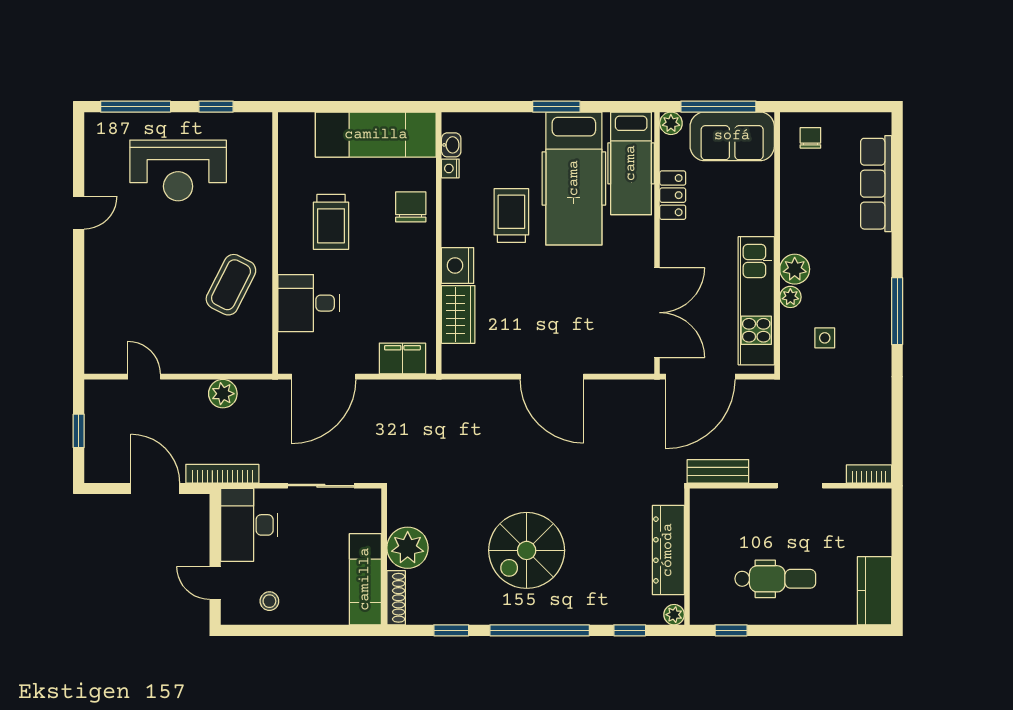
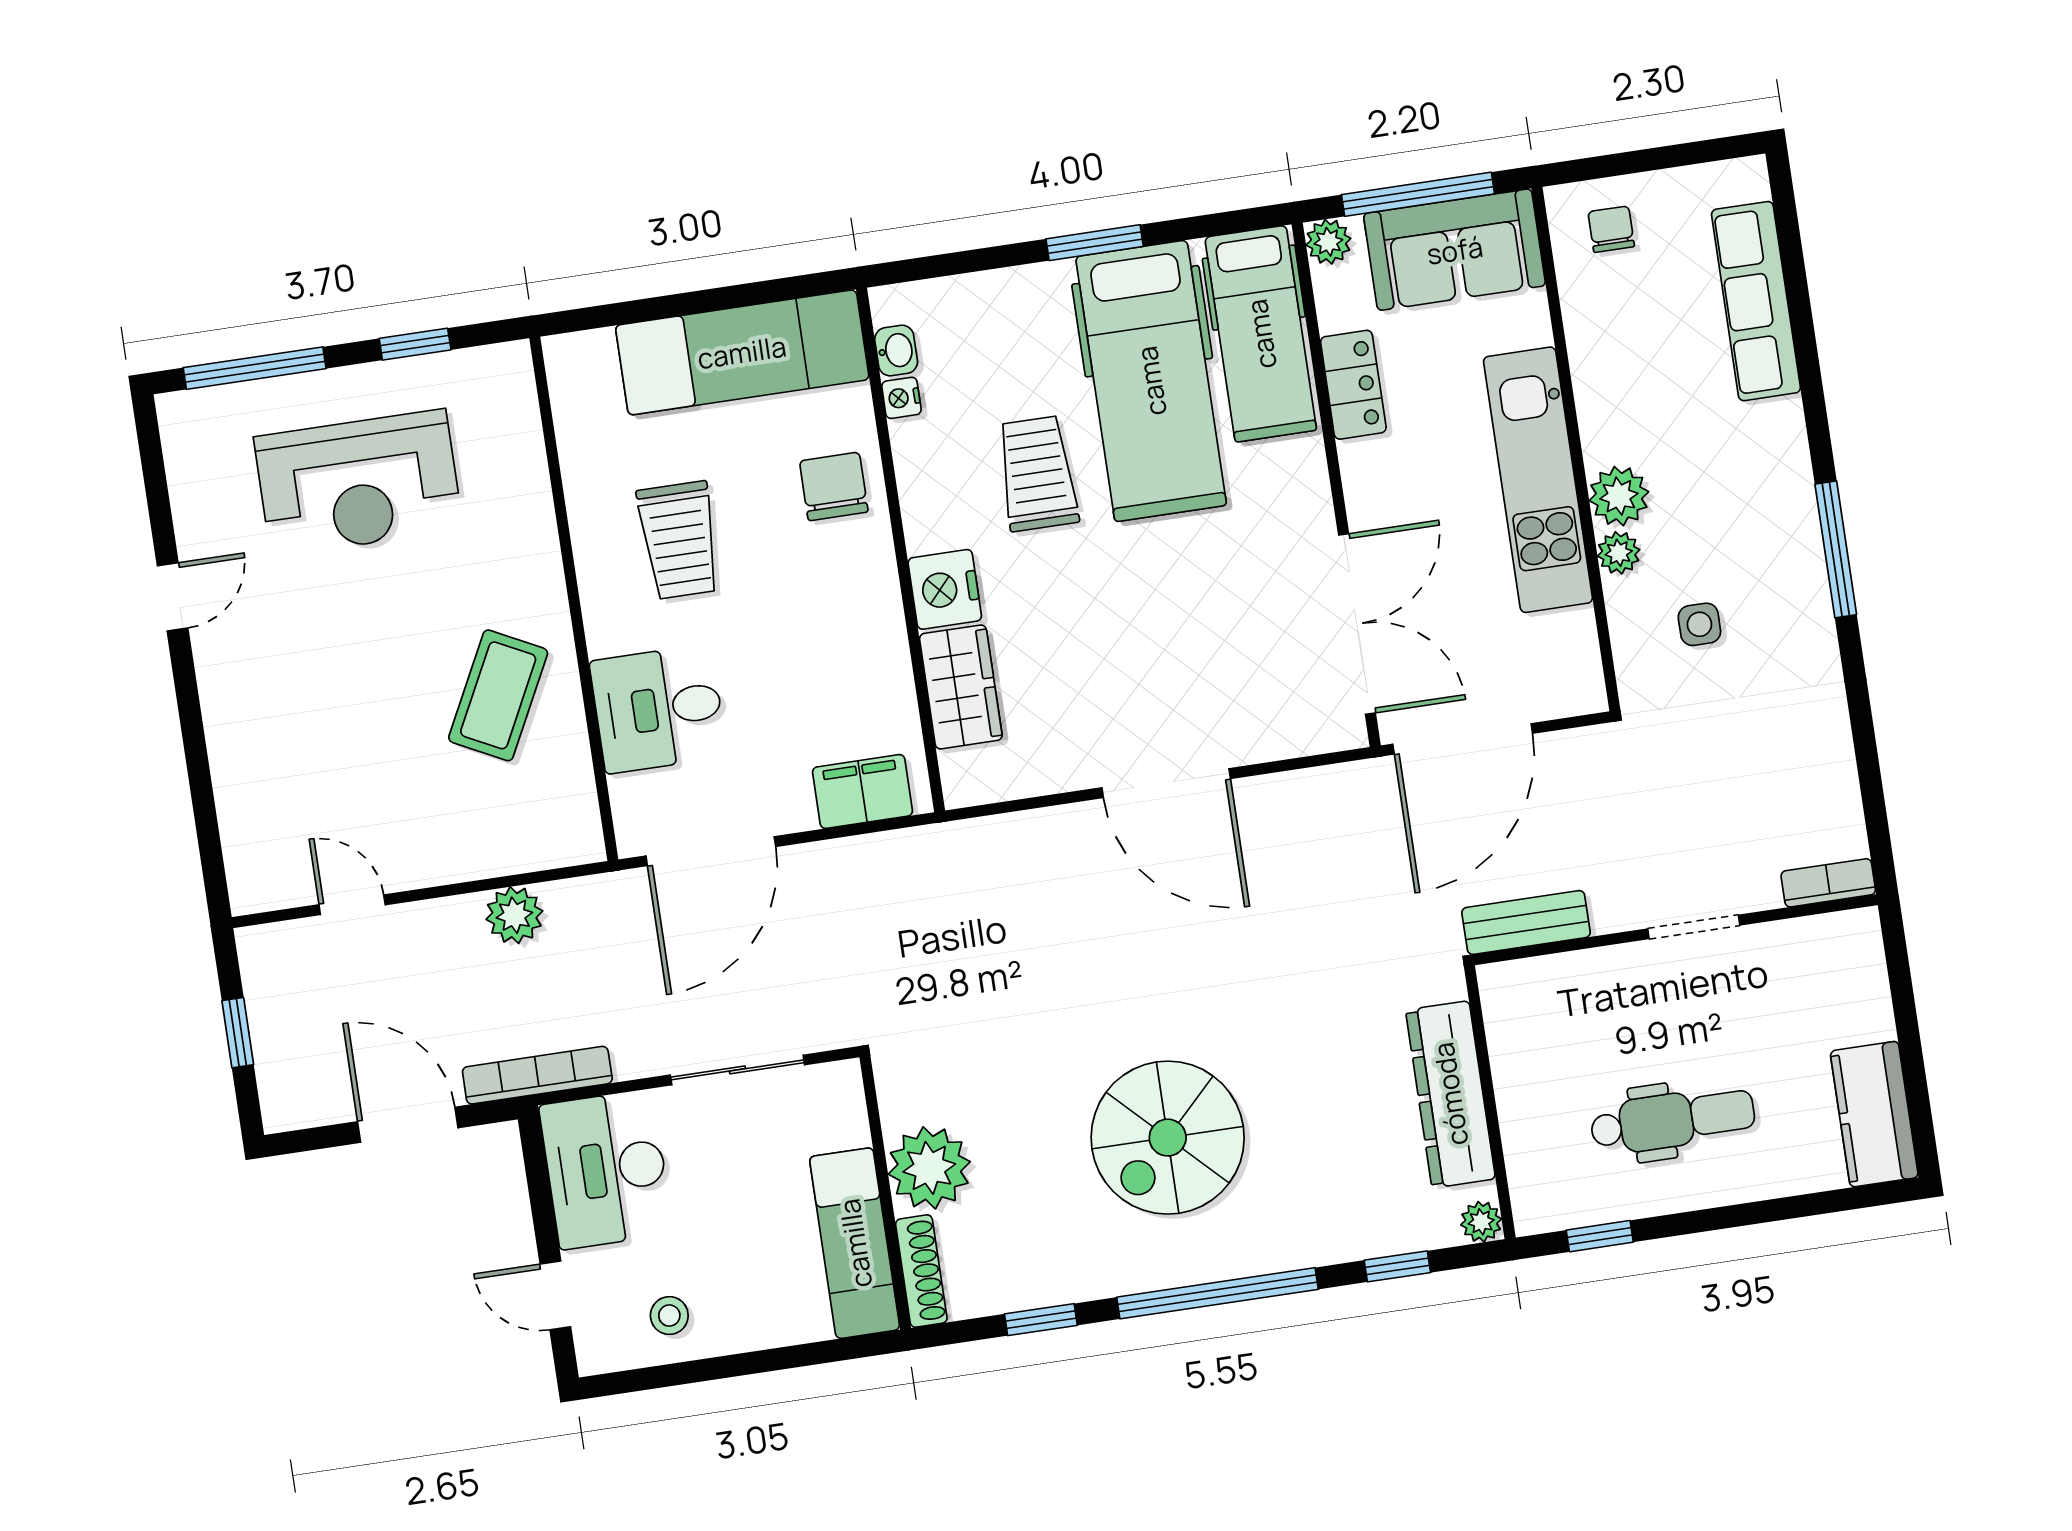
kitchen unit: (756, 301) -> (1538, 480), moved

